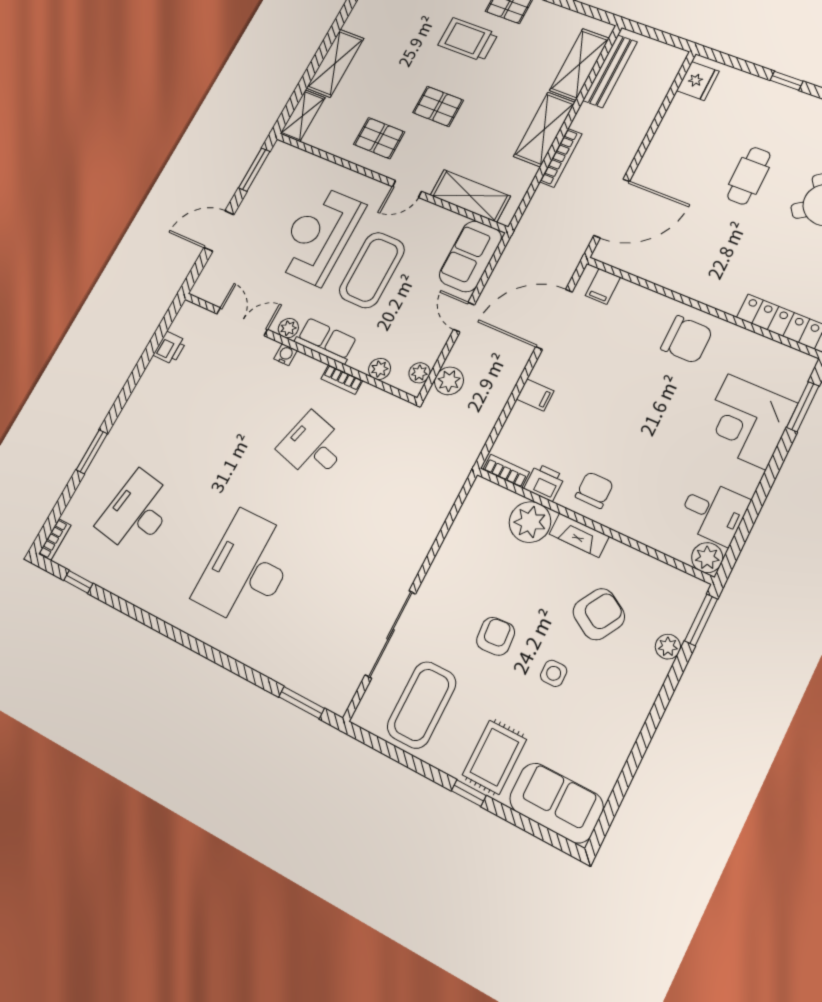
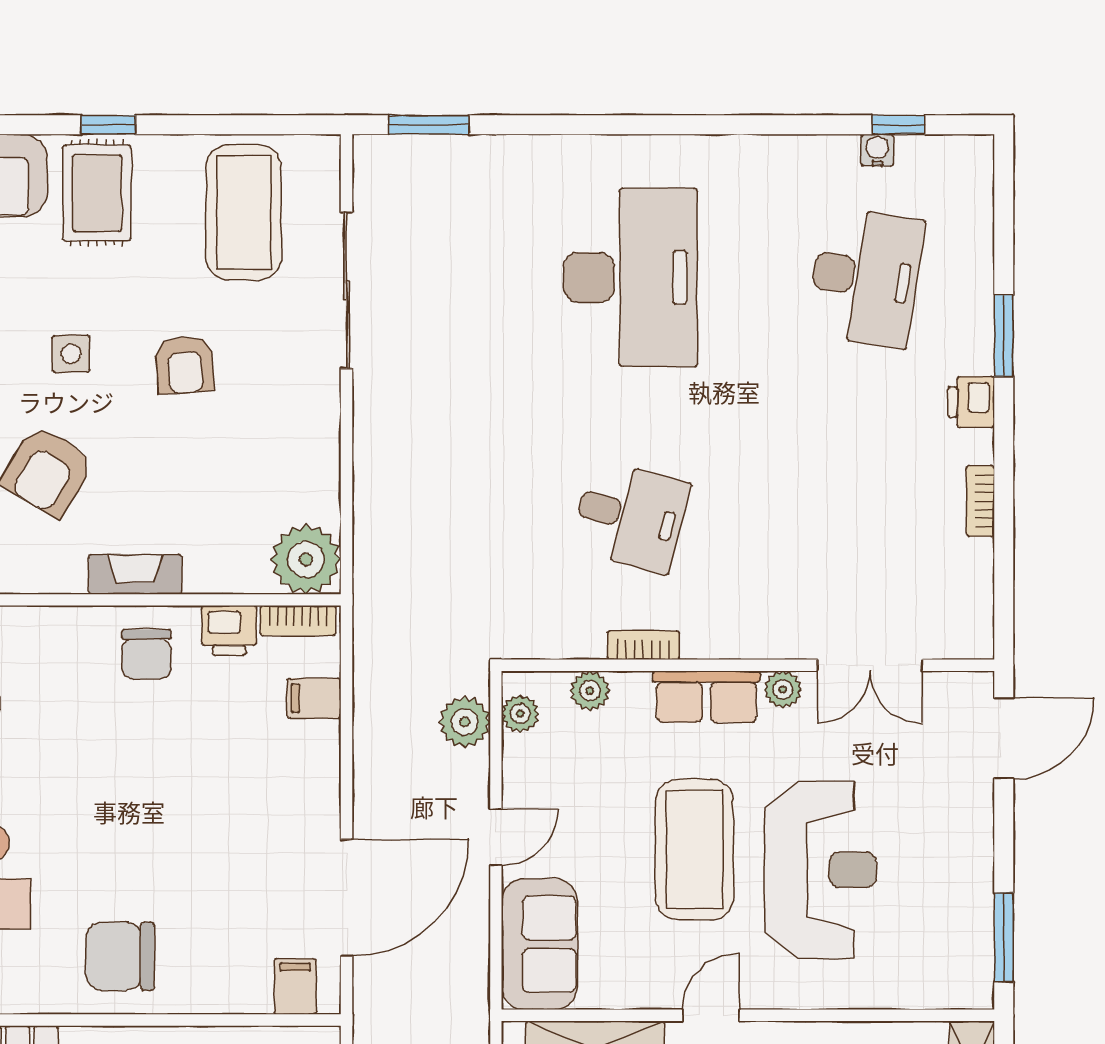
door: (219, 231) -> (1004, 738), moved
door: (464, 317) -> (496, 837), hinge flipped
printer: (170, 348) -> (971, 402), moved
water cooler: (285, 355) -> (877, 150), moved, turned 180
filing cabinet: (535, 395) -> (314, 698), moved
plant: (530, 522) -> (306, 559), moved
bookcase: (55, 540) -> (980, 501), moved

